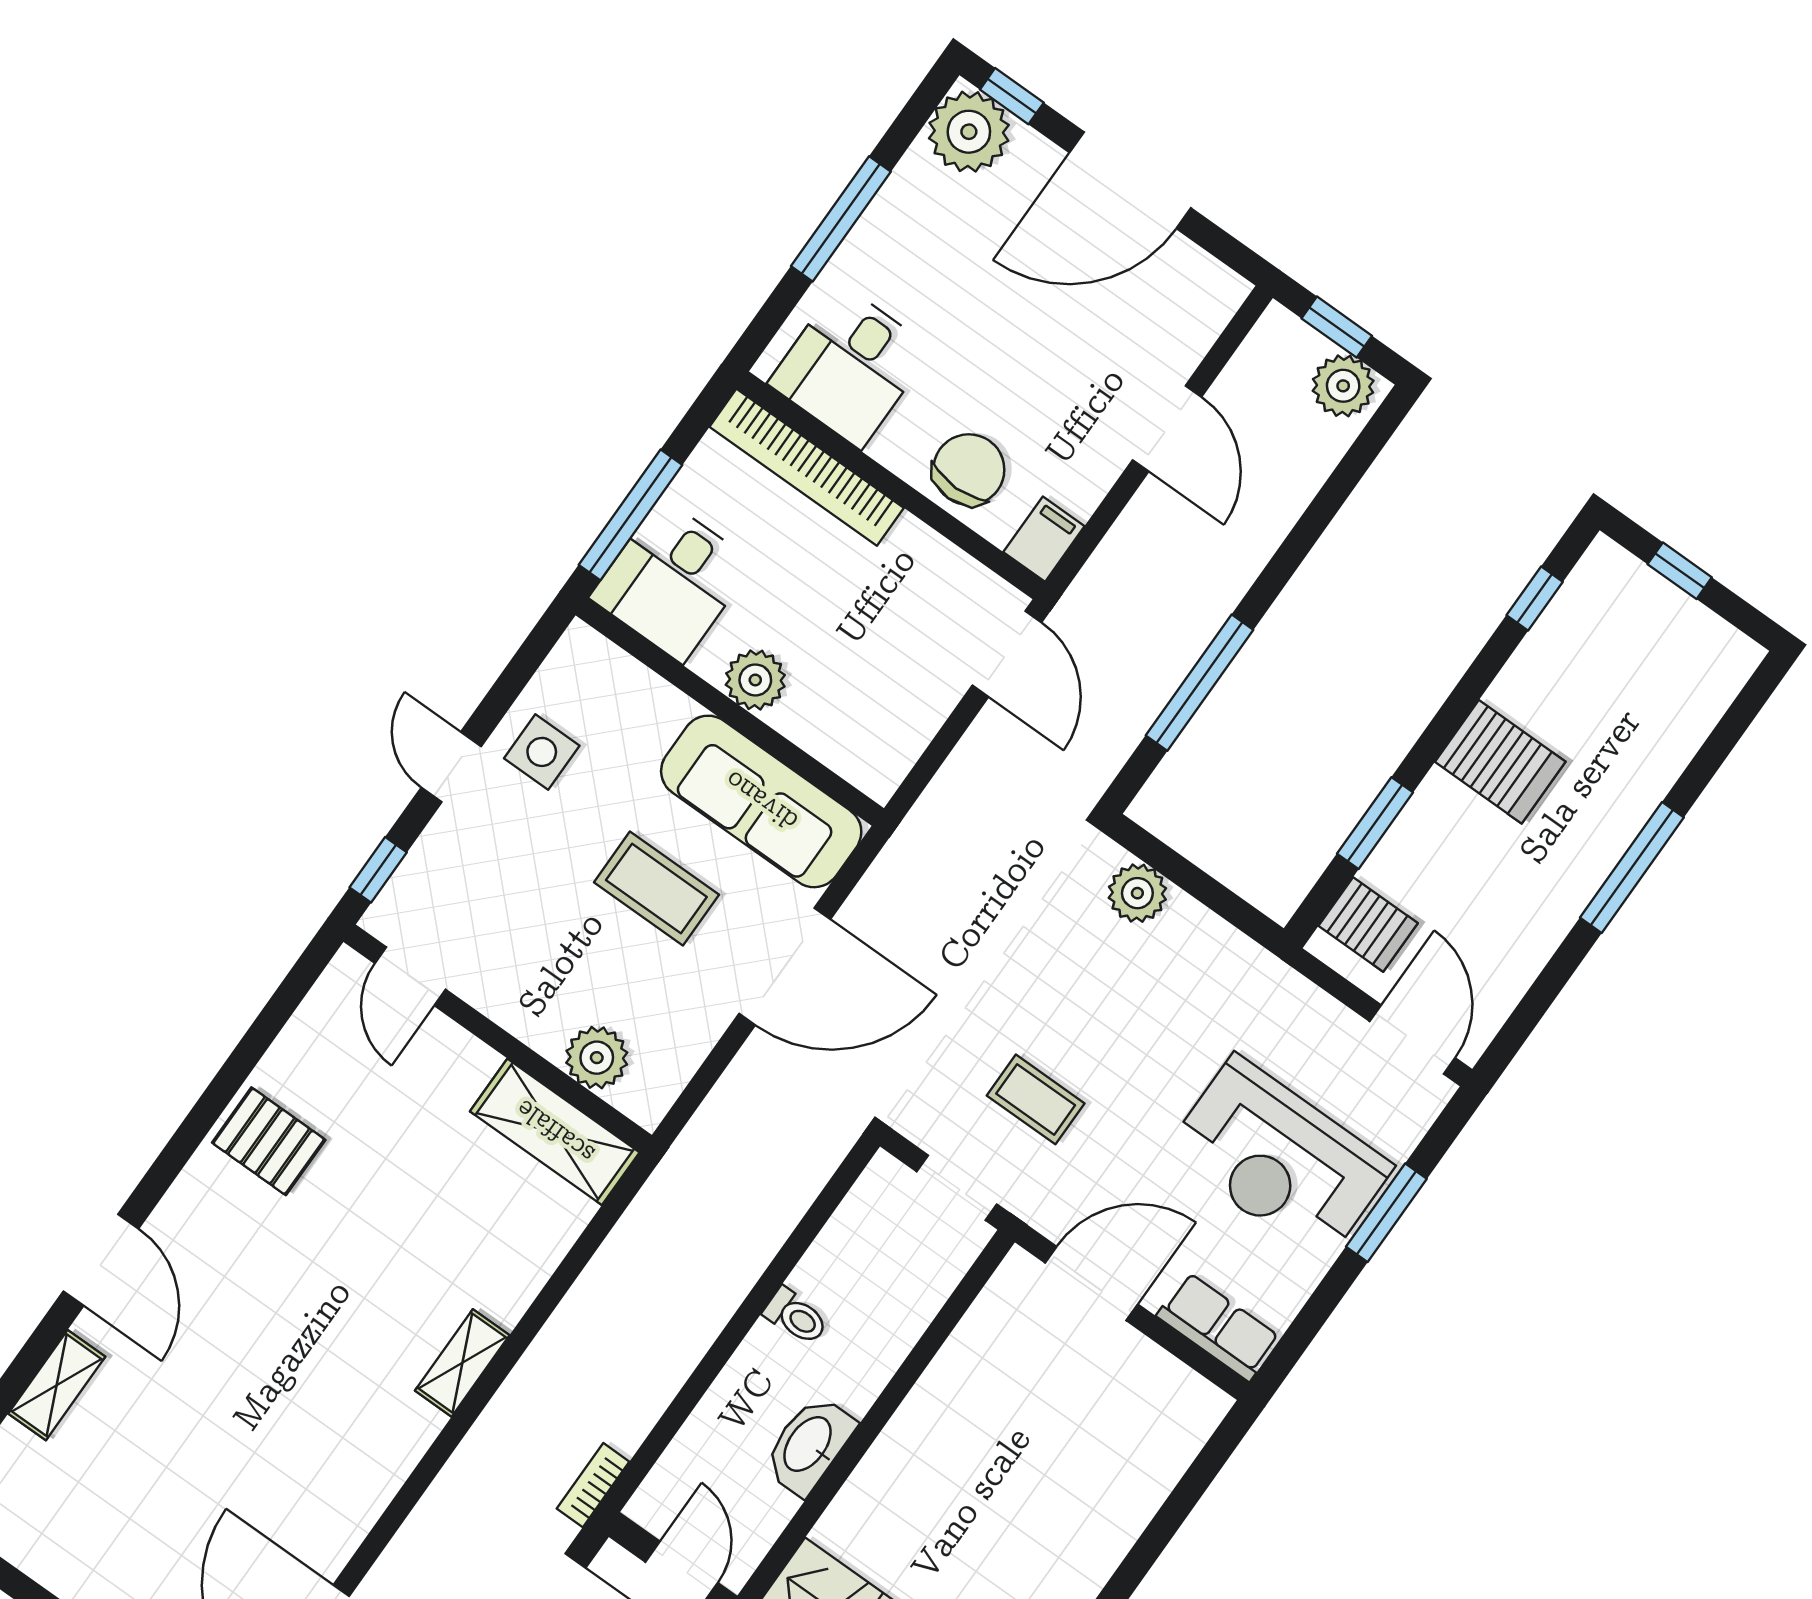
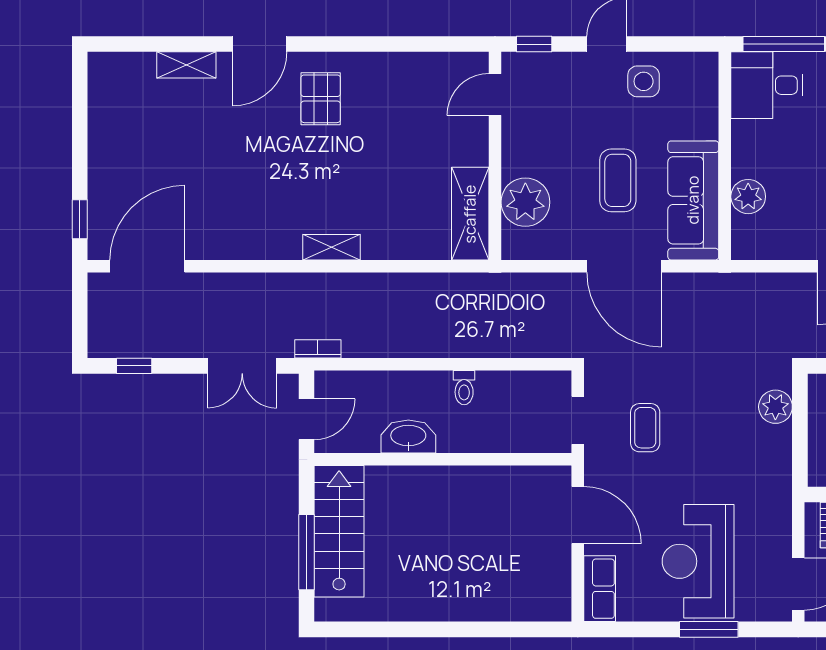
plant: (755, 680) -> (748, 197), moved
plant: (597, 1058) -> (525, 202), width x1.36, depth x1.36
pallet: (269, 1141) -> (321, 99), moved

